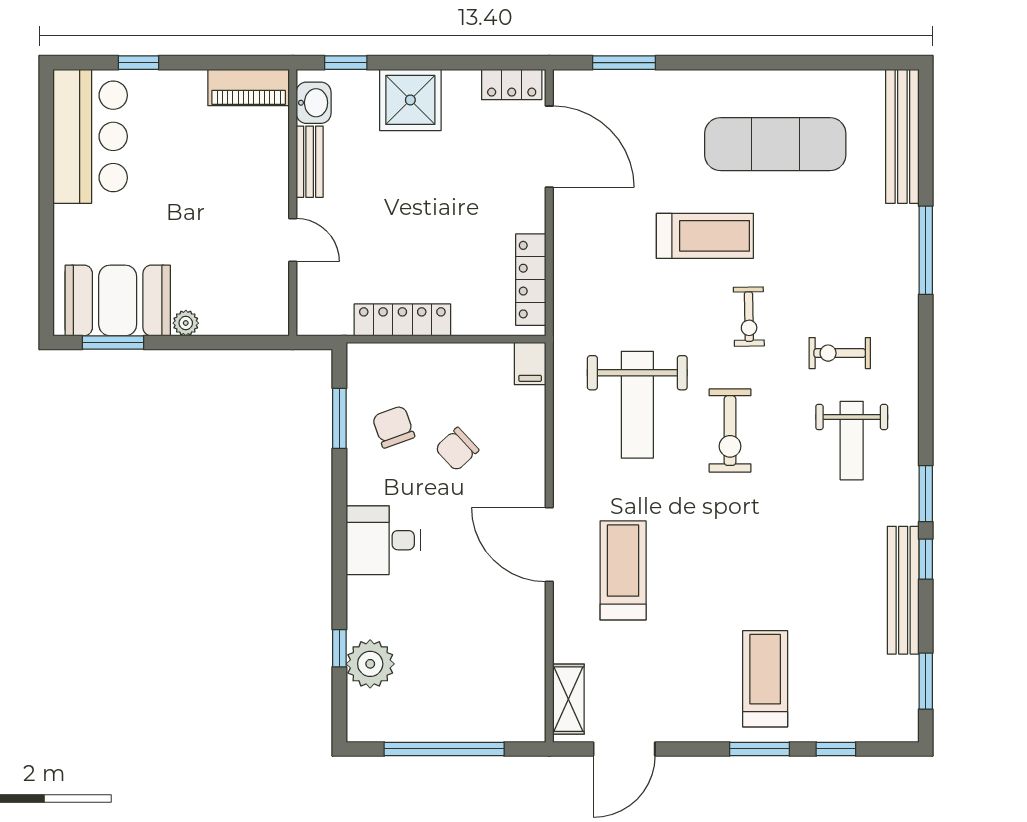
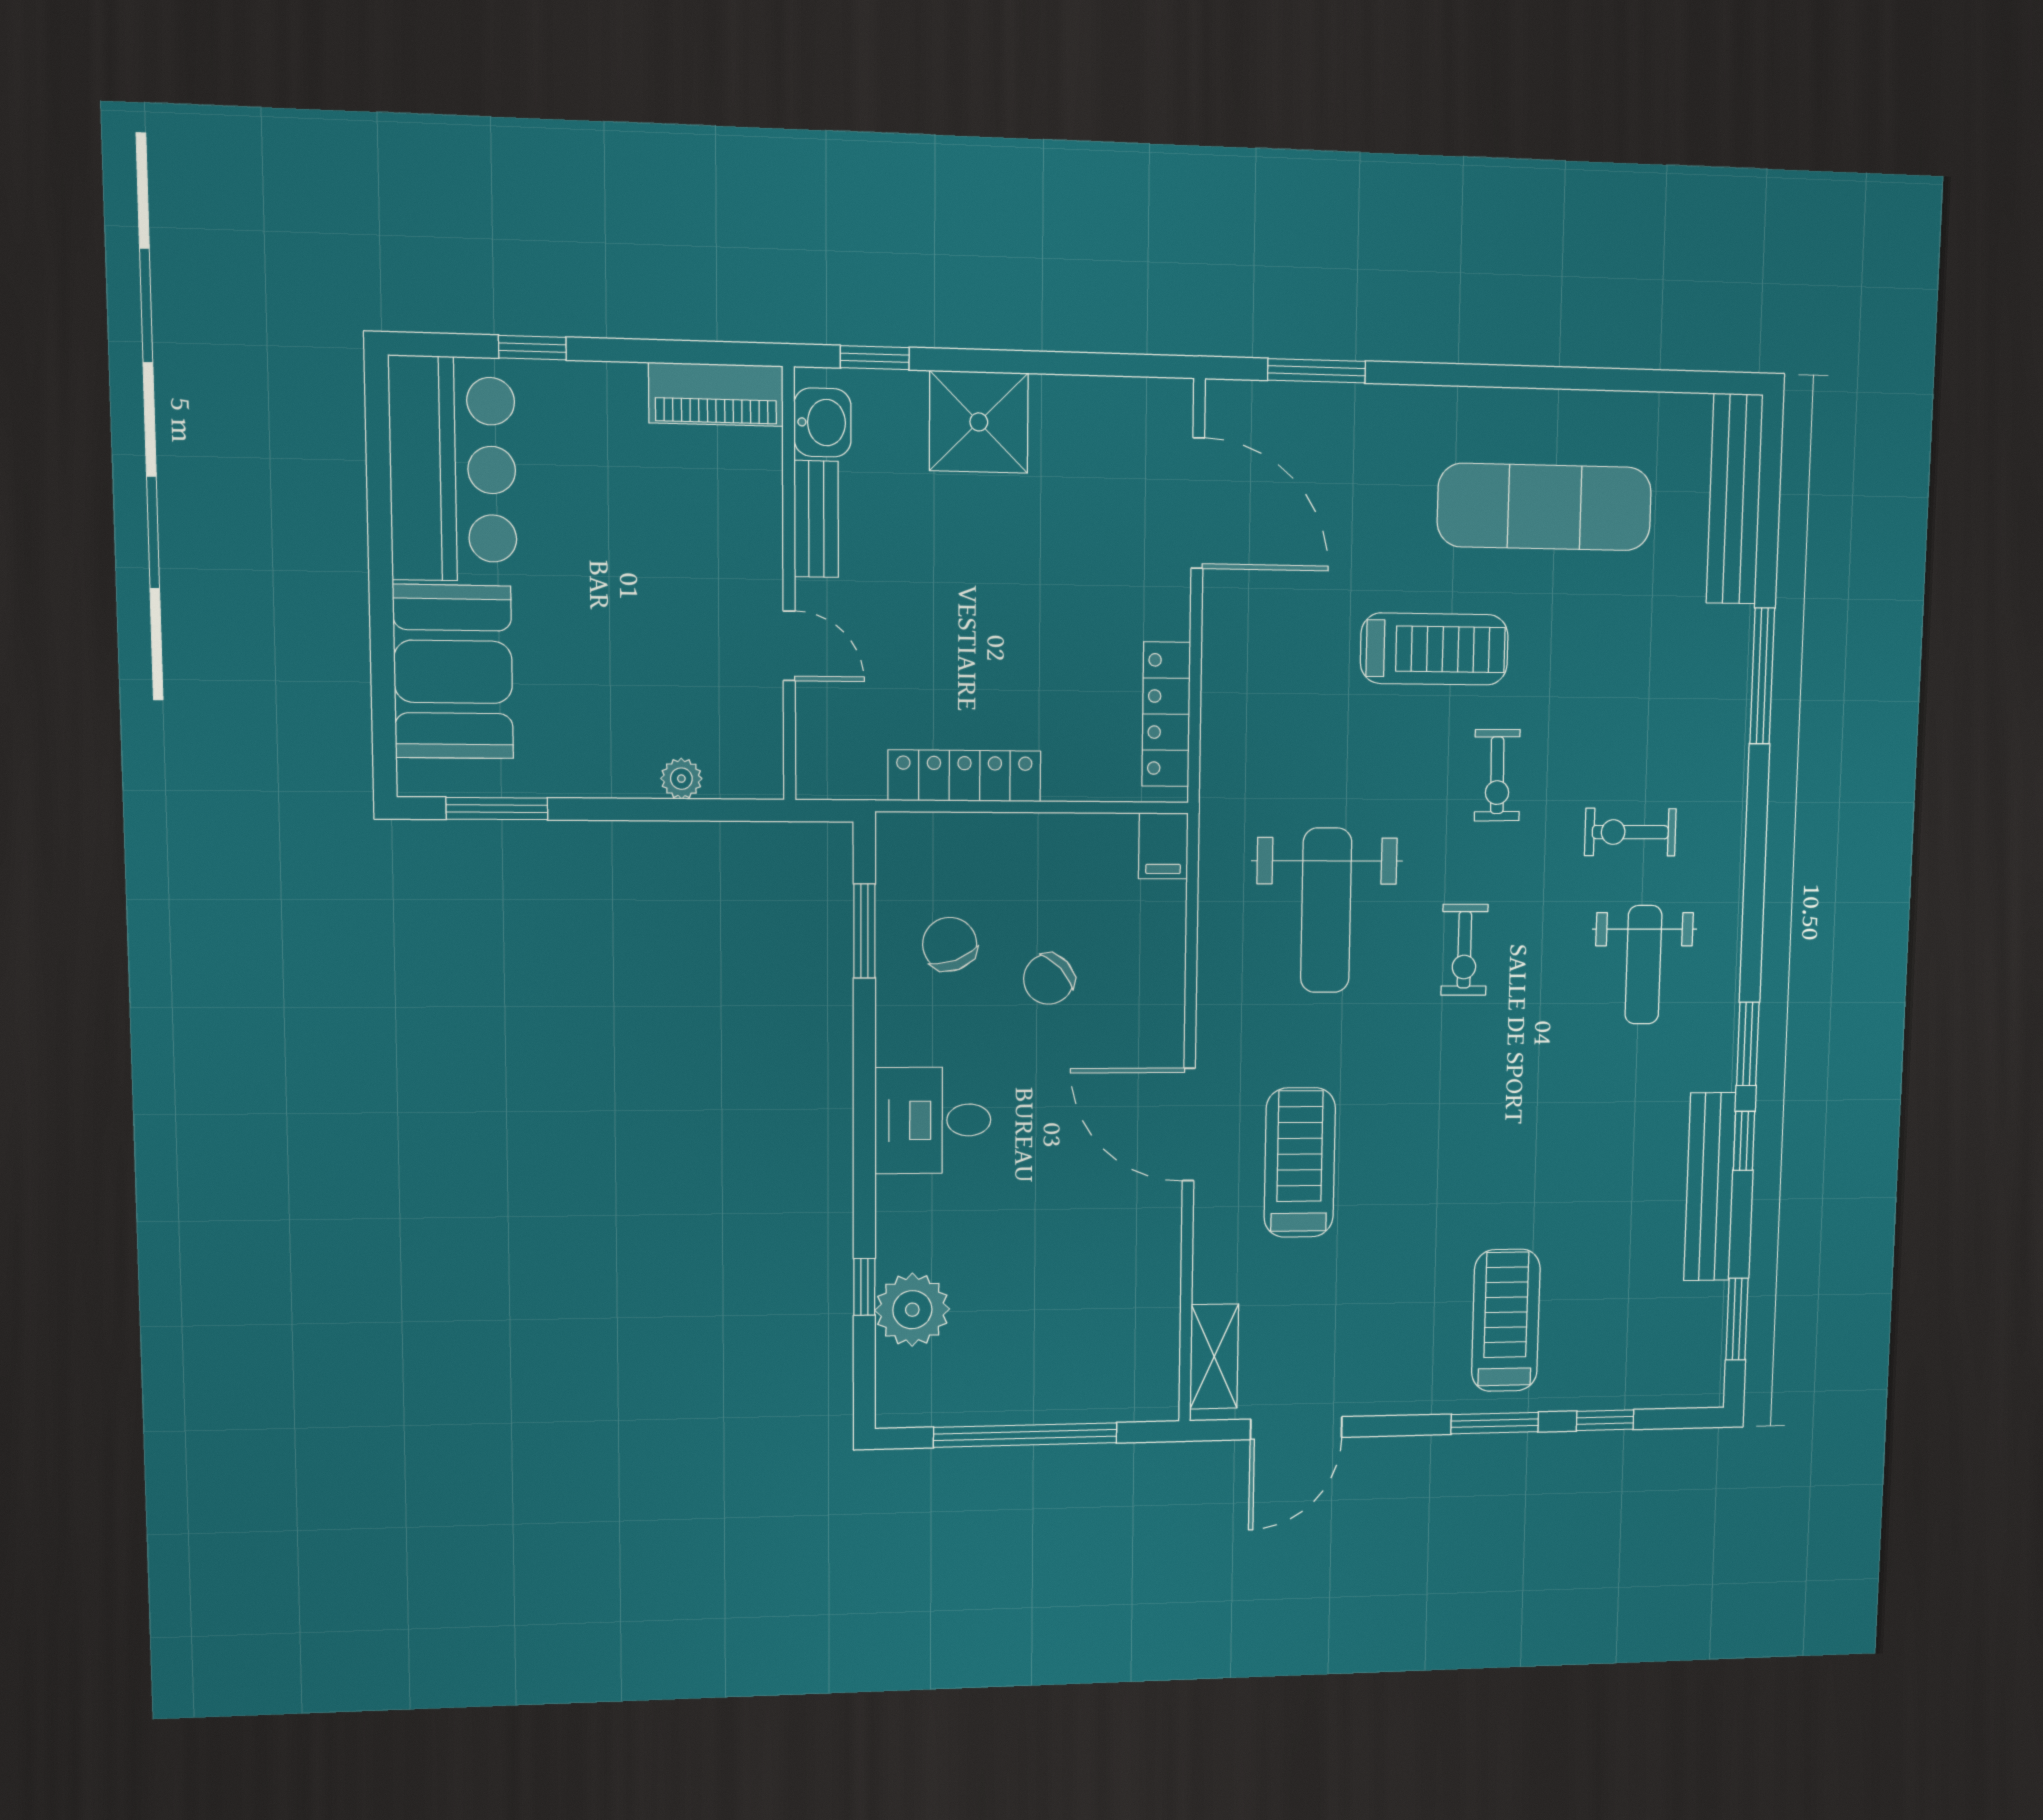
locker: (512, 84) -> (1140, 401), removed
booth: (118, 300) -> (453, 672), moved, turned 90
plant: (186, 323) -> (681, 779), moved
exercise bike: (730, 431) -> (1464, 950), width x0.73, depth x0.72

